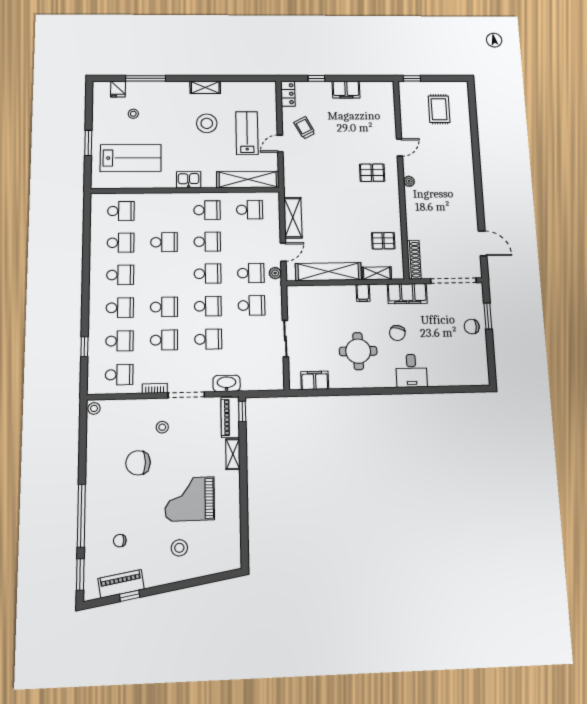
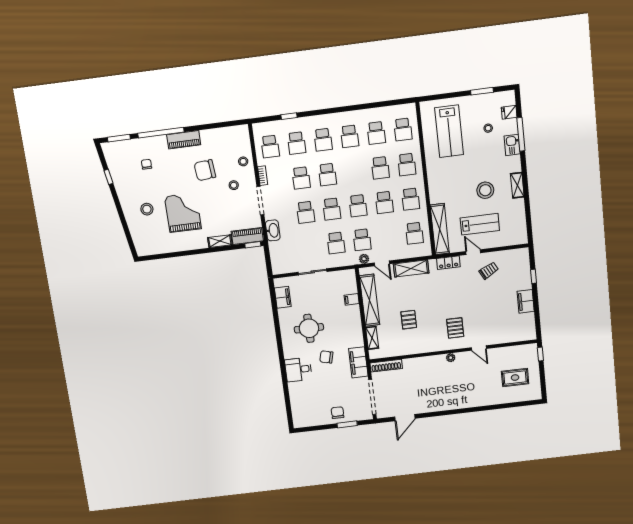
locker: (288, 94) -> (448, 263), moved
window: (88, 143) -> (482, 91), moved
kitchen sink: (189, 180) -> (512, 145), moved, turned 180
school desk: (164, 210) -> (407, 165), added
pallet: (383, 241) -> (409, 320), moved
filing cabinet: (363, 293) -> (352, 299), moved
stool: (94, 408) -> (243, 161), moved
chair: (138, 463) -> (205, 170), turned -95
piano: (121, 584) -> (184, 140), moved, turned 99

